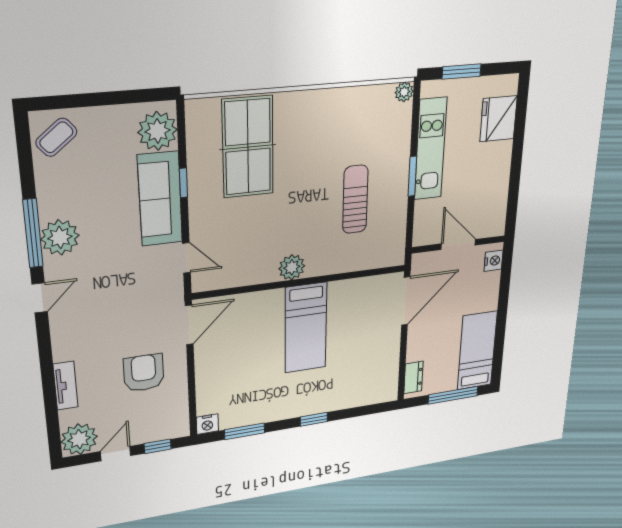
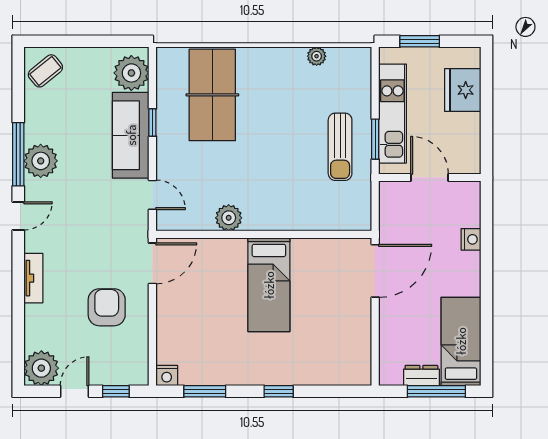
plant: (404, 92) -> (317, 56), moved
sun lounger: (355, 199) -> (340, 147), moved, turned 180
door: (458, 244) -> (430, 178), moved
wall: (458, 244) -> (430, 178), moved
plant: (292, 267) -> (229, 218), moved
dresser: (414, 377) -> (421, 376), moved, turned -90
tv unit: (65, 386) -> (33, 278), moved

